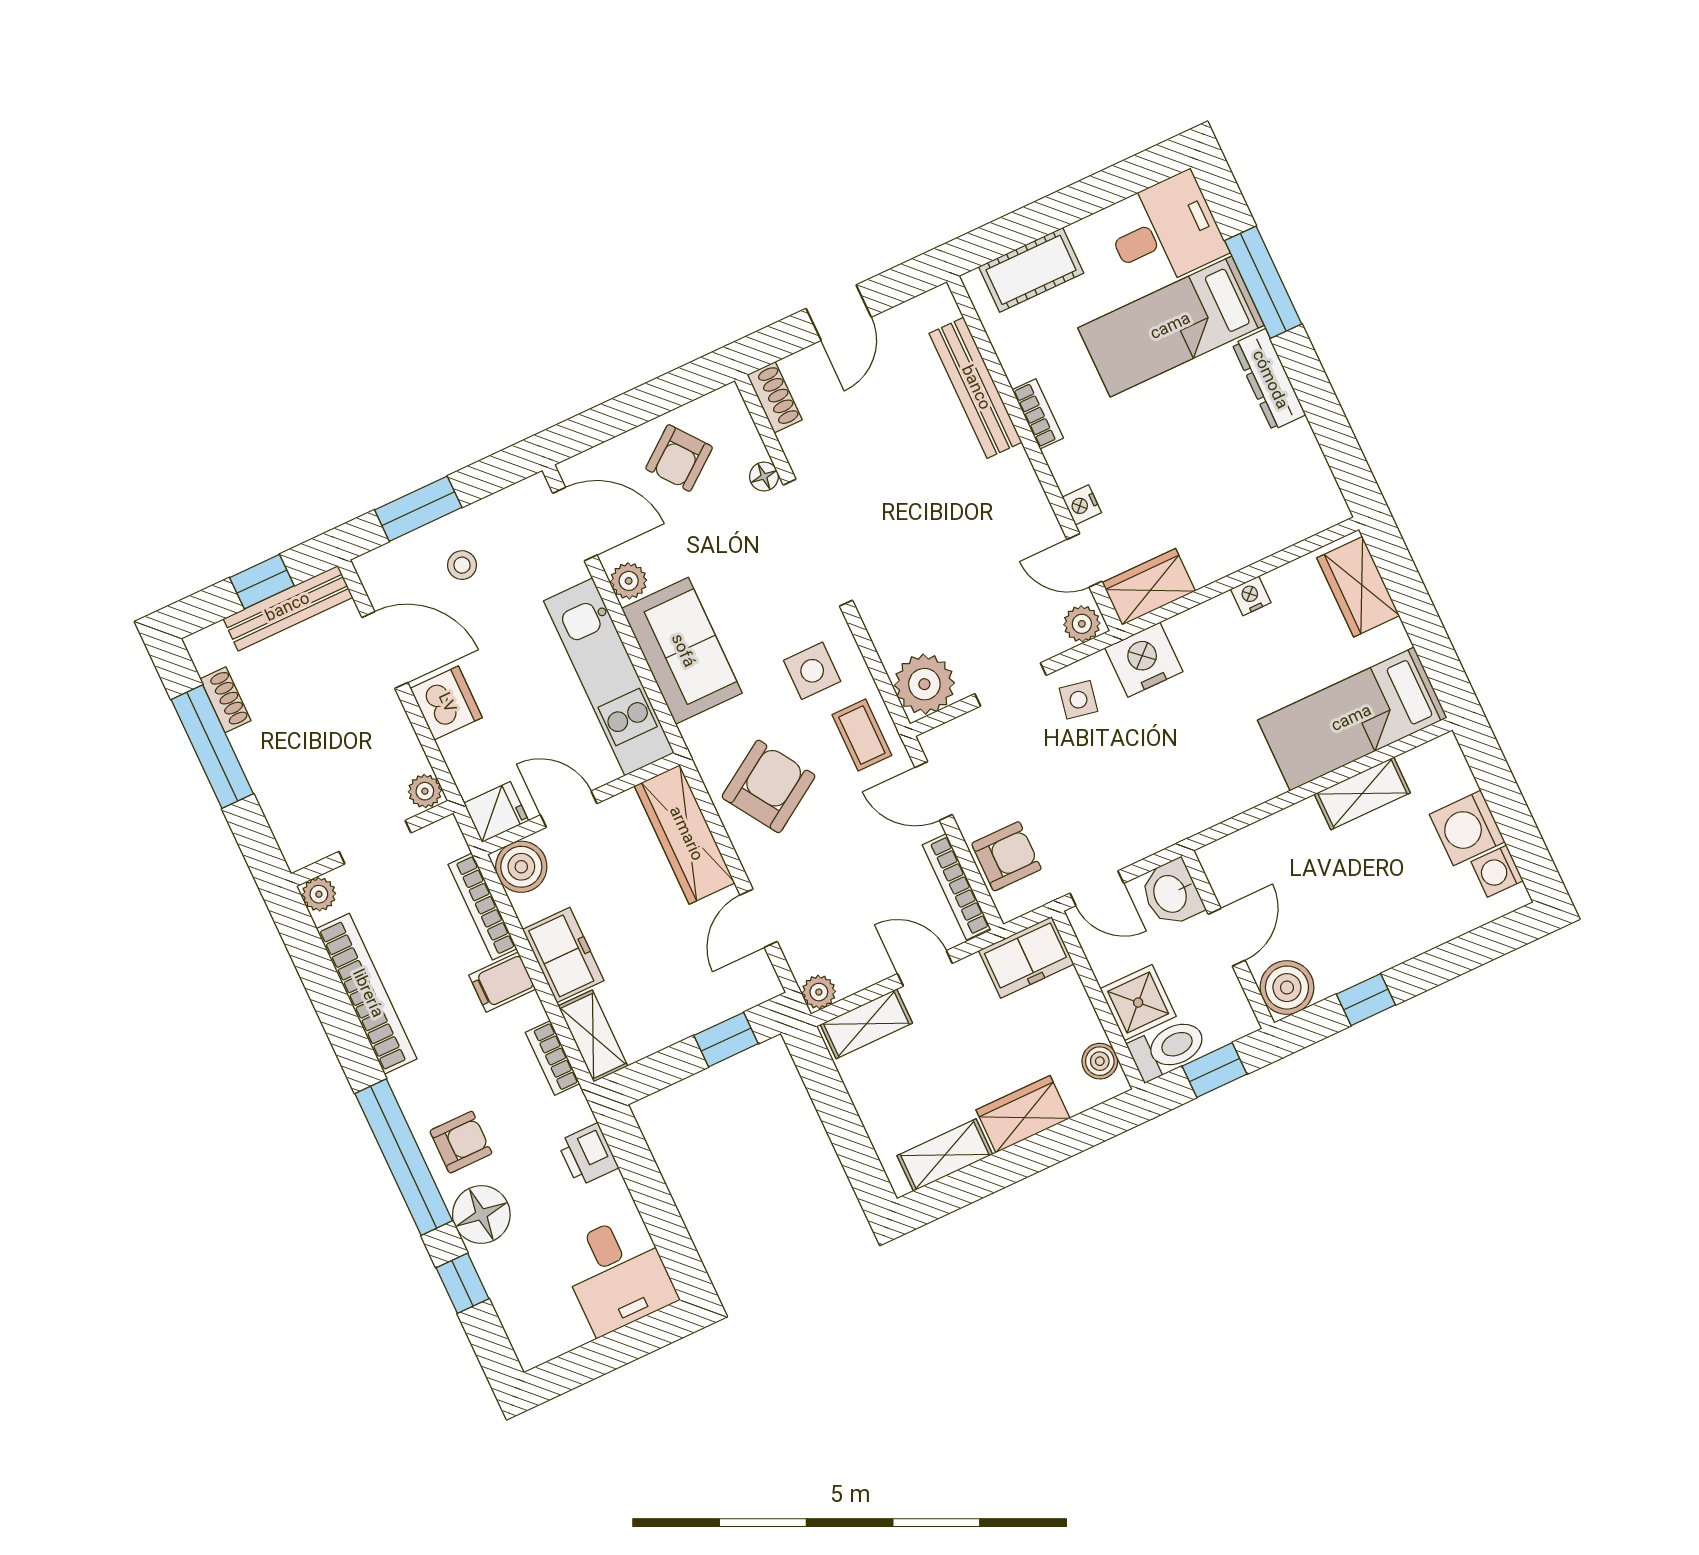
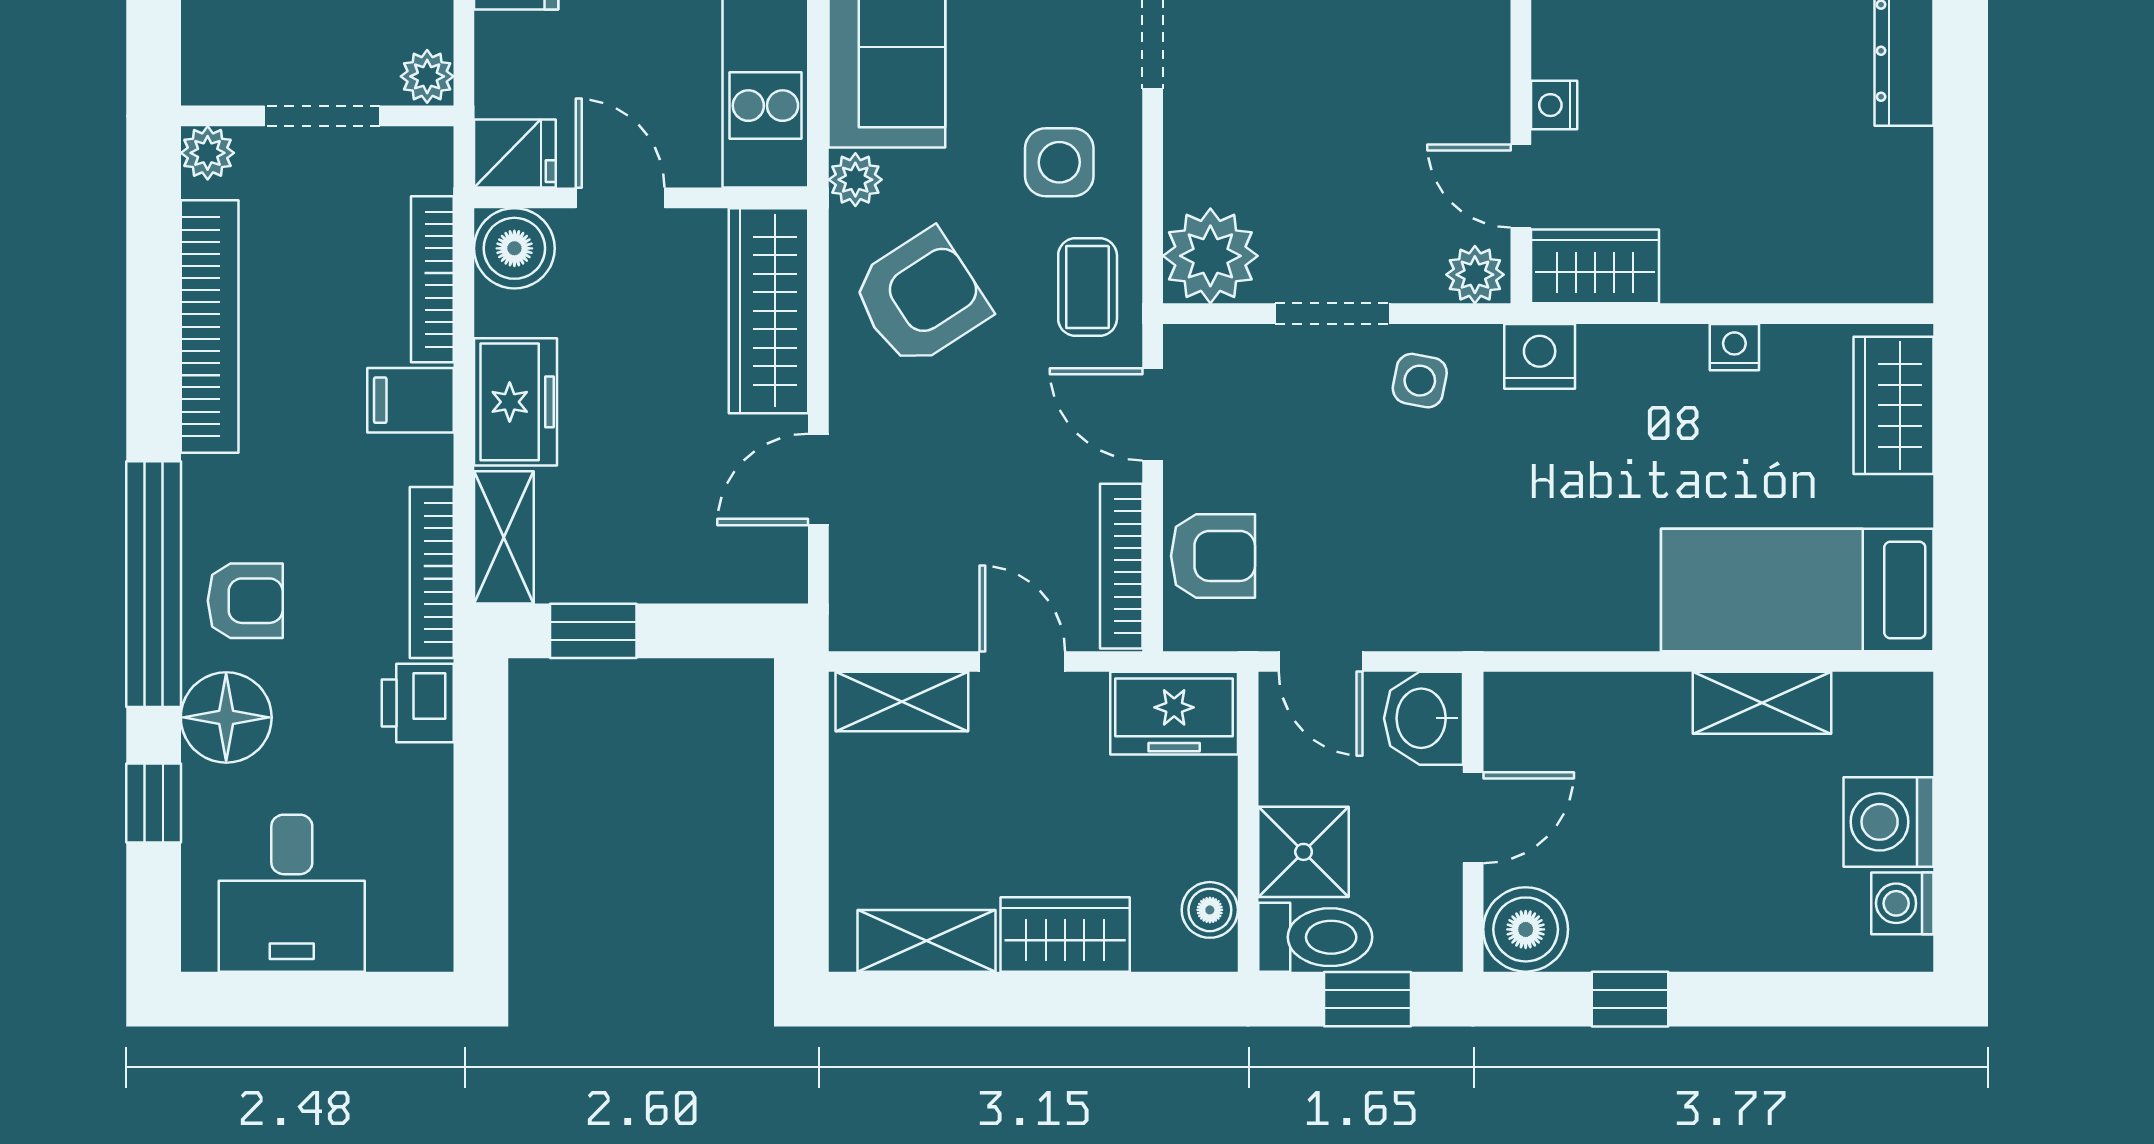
nightstand: (1144, 660) -> (1540, 356), width x0.74, depth x0.75
plant: (819, 992) -> (855, 180), moved
window: (726, 1040) -> (593, 631), moved
bookcase: (553, 1058) -> (432, 573), width x1.56
desk: (618, 1274) -> (292, 893), moved

